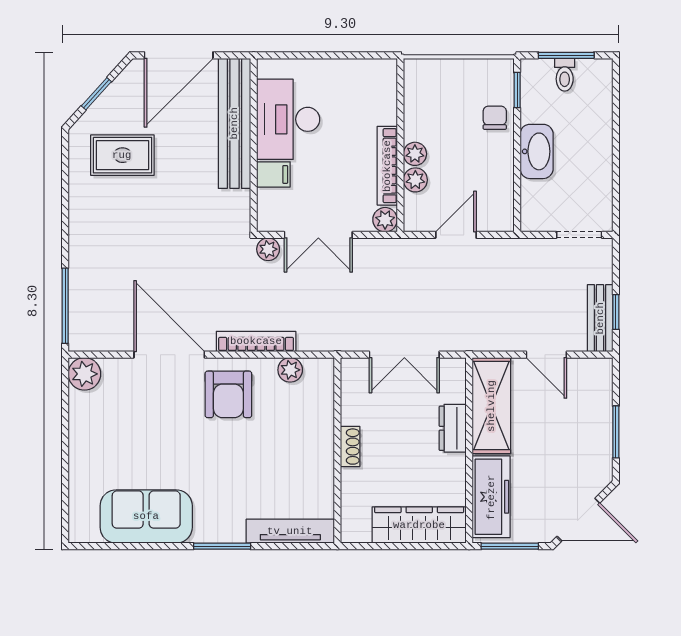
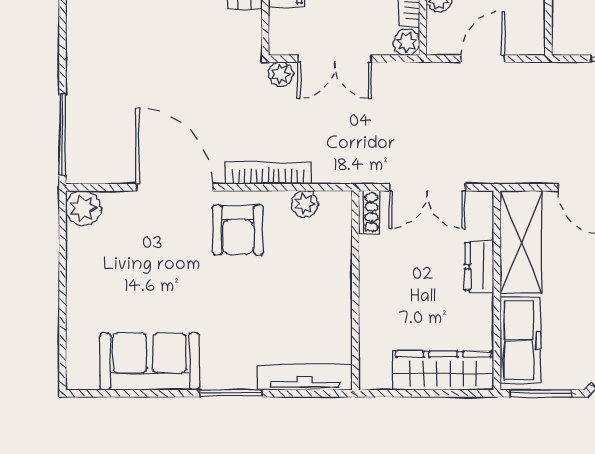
shoe rack: (350, 447) -> (369, 212), moved

